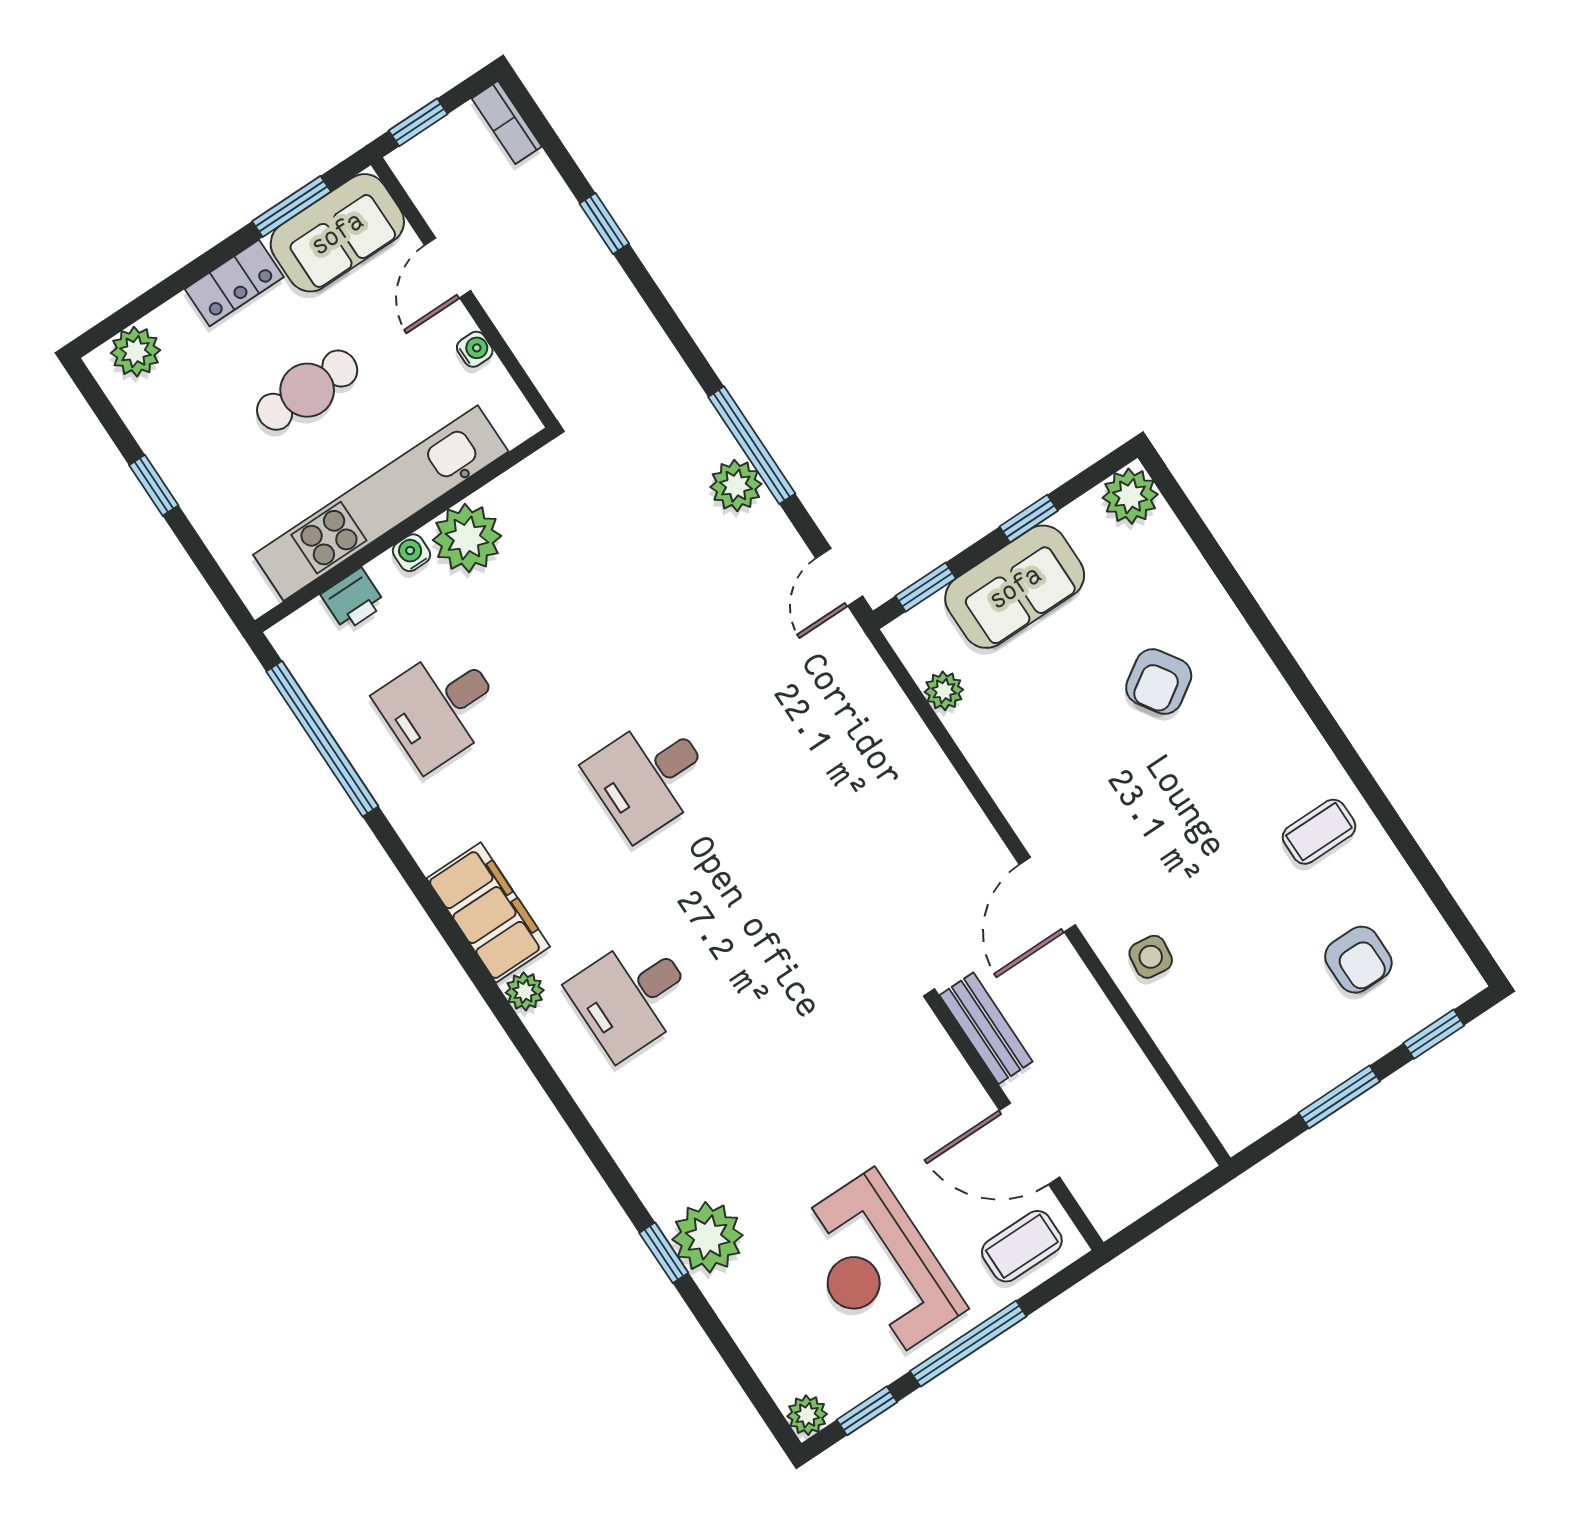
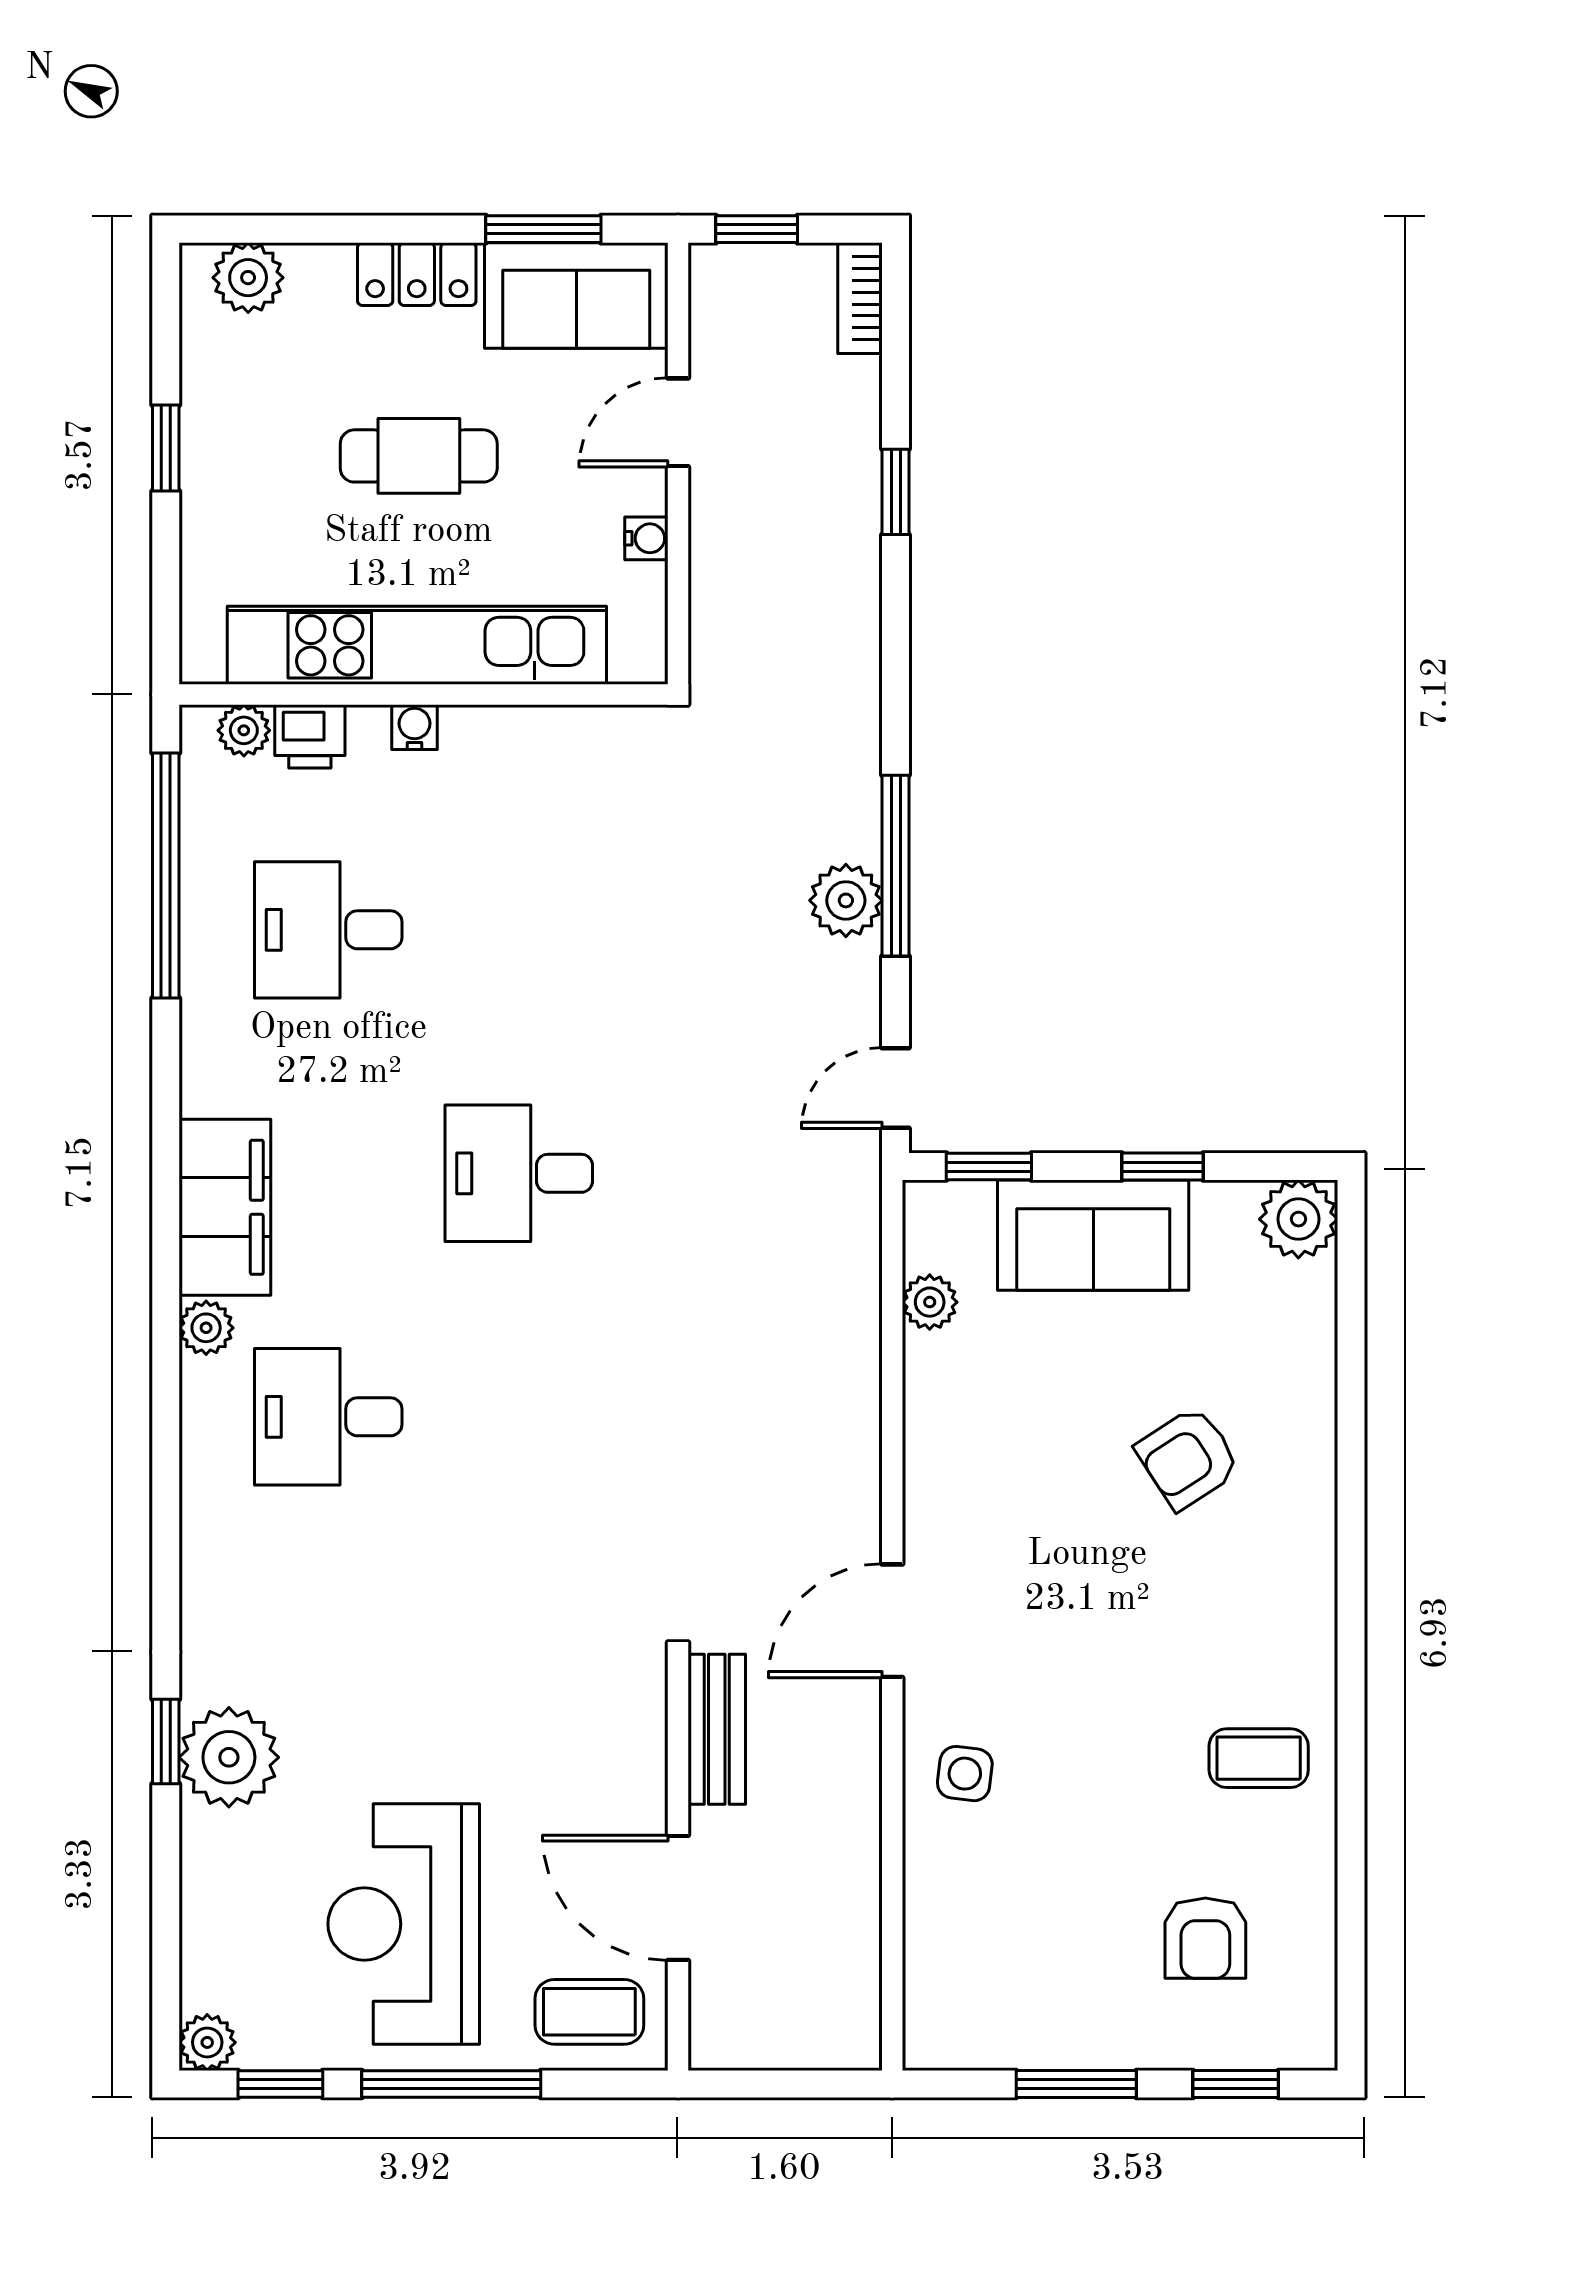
plant: (467, 538) -> (244, 730), moved, width x0.53, depth x0.53

